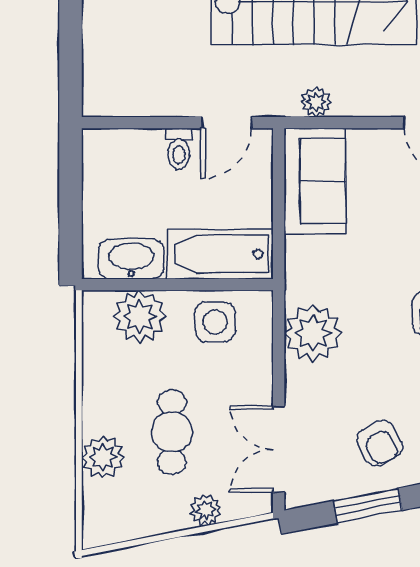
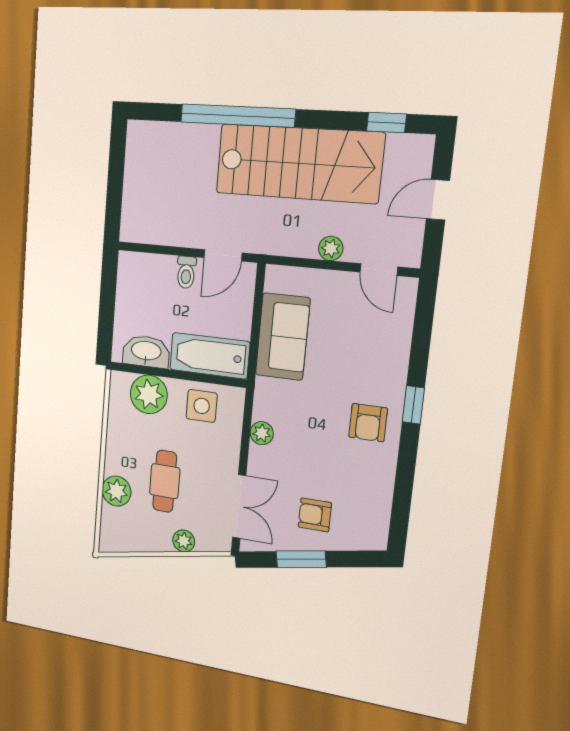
plant: (316, 102) -> (331, 248), moved
sofa: (315, 181) -> (283, 337), moved
plant: (313, 333) -> (262, 433), width x0.53, depth x0.53
armchair: (380, 443) -> (315, 515), turned 118
double door: (279, 449) -> (239, 506), swing flipped

